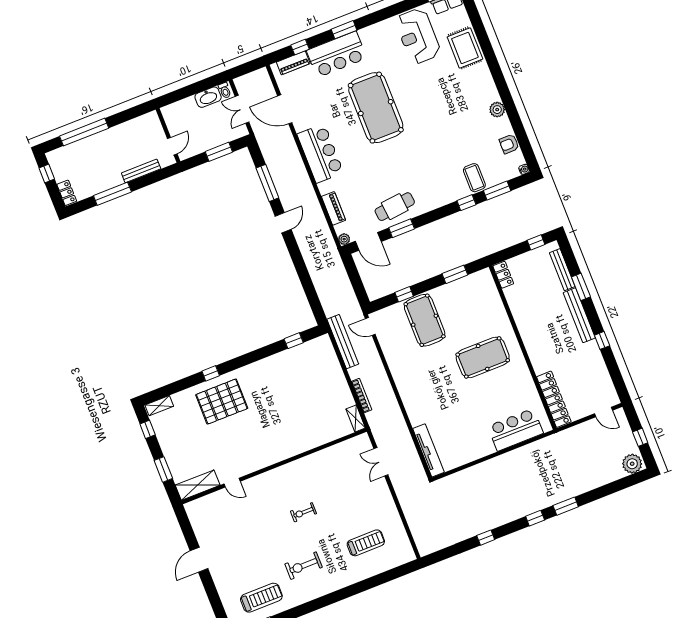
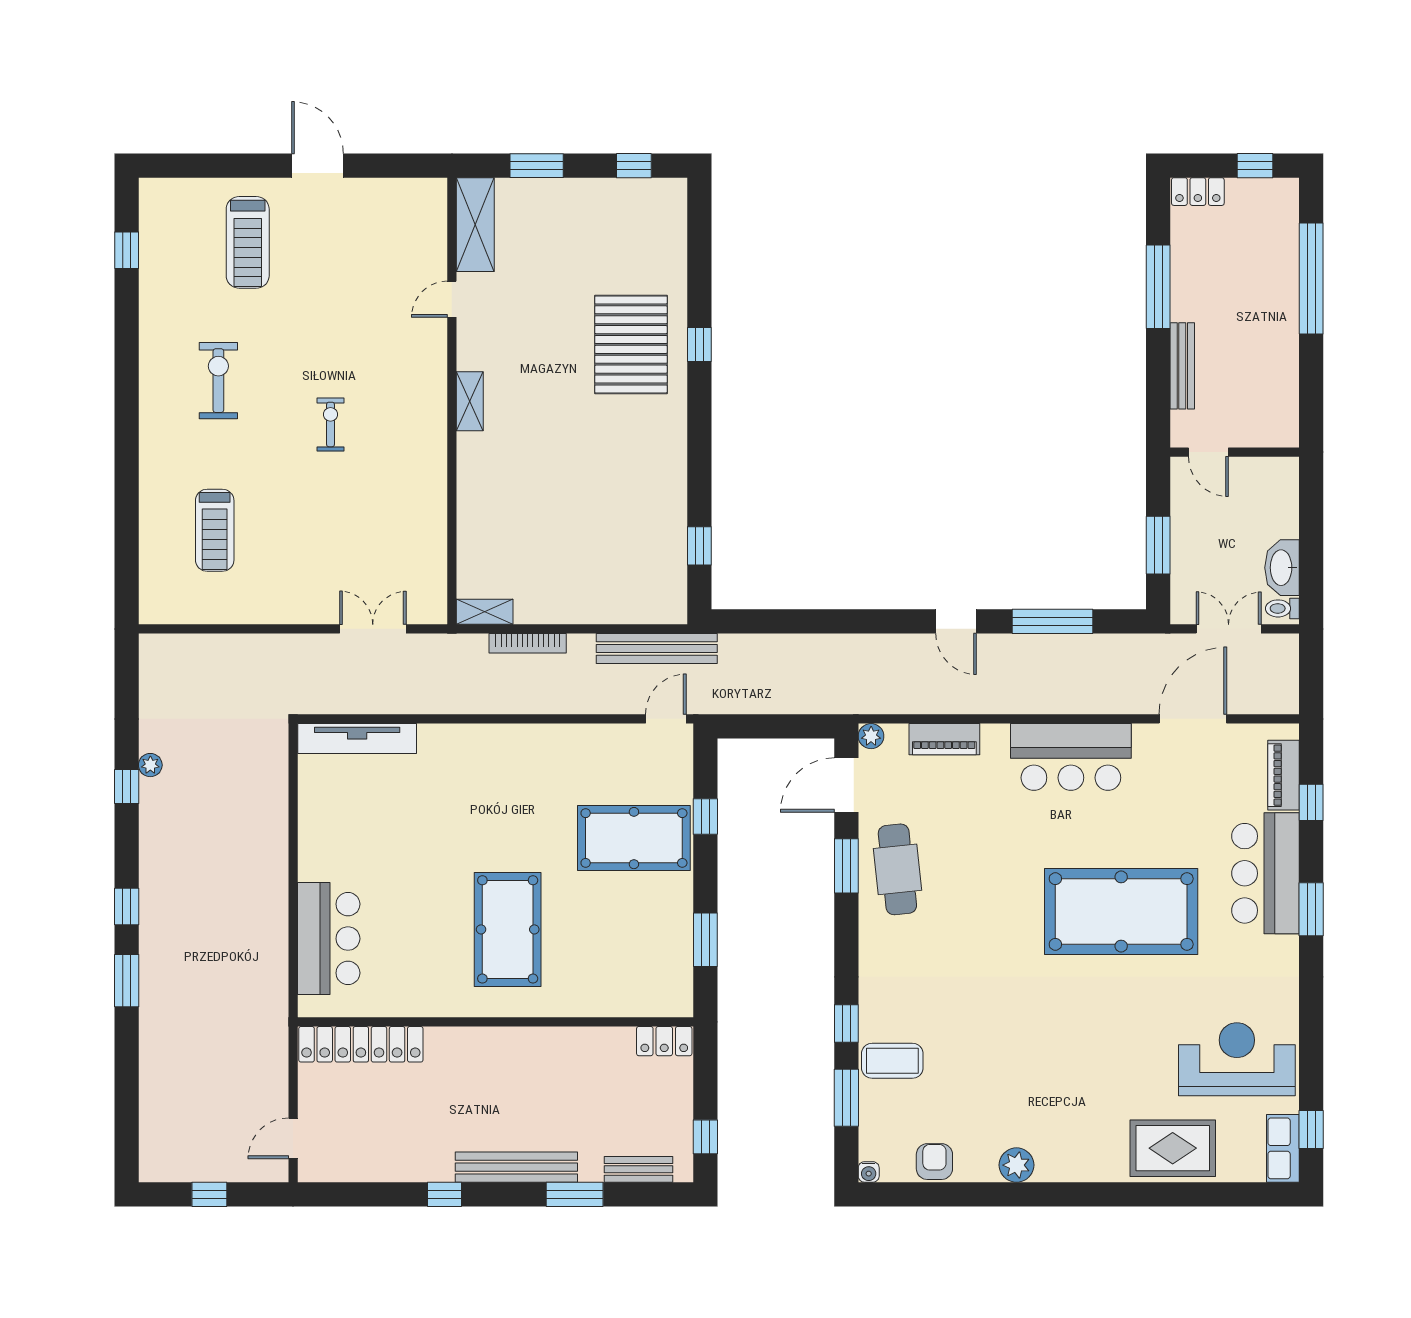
bench: (562, 270) -> (639, 1169), width x0.73
shelving: (159, 406) -> (470, 401), moved
plant: (632, 464) -> (150, 765), moved, width x0.53, depth x0.53
treadmill: (261, 598) -> (248, 242), moved

